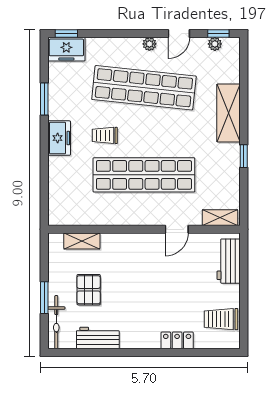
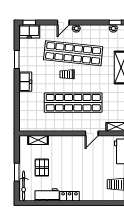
door: (179, 33) -> (63, 22), moved
trolley: (105, 135) -> (67, 74), moved
locker: (177, 340) -> (70, 196), moved

